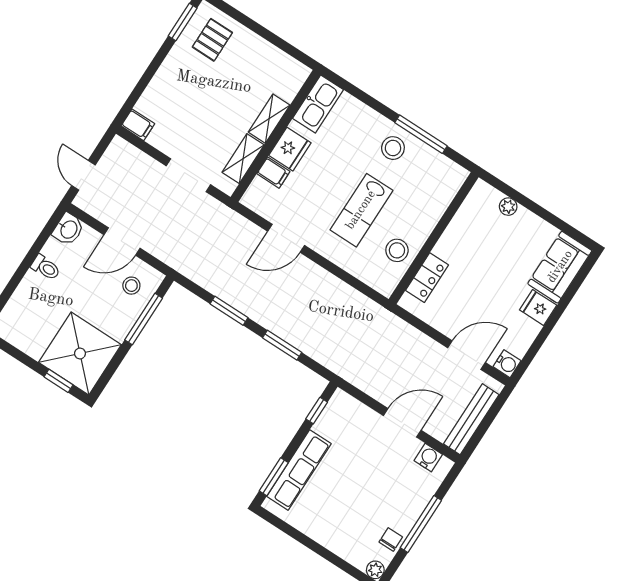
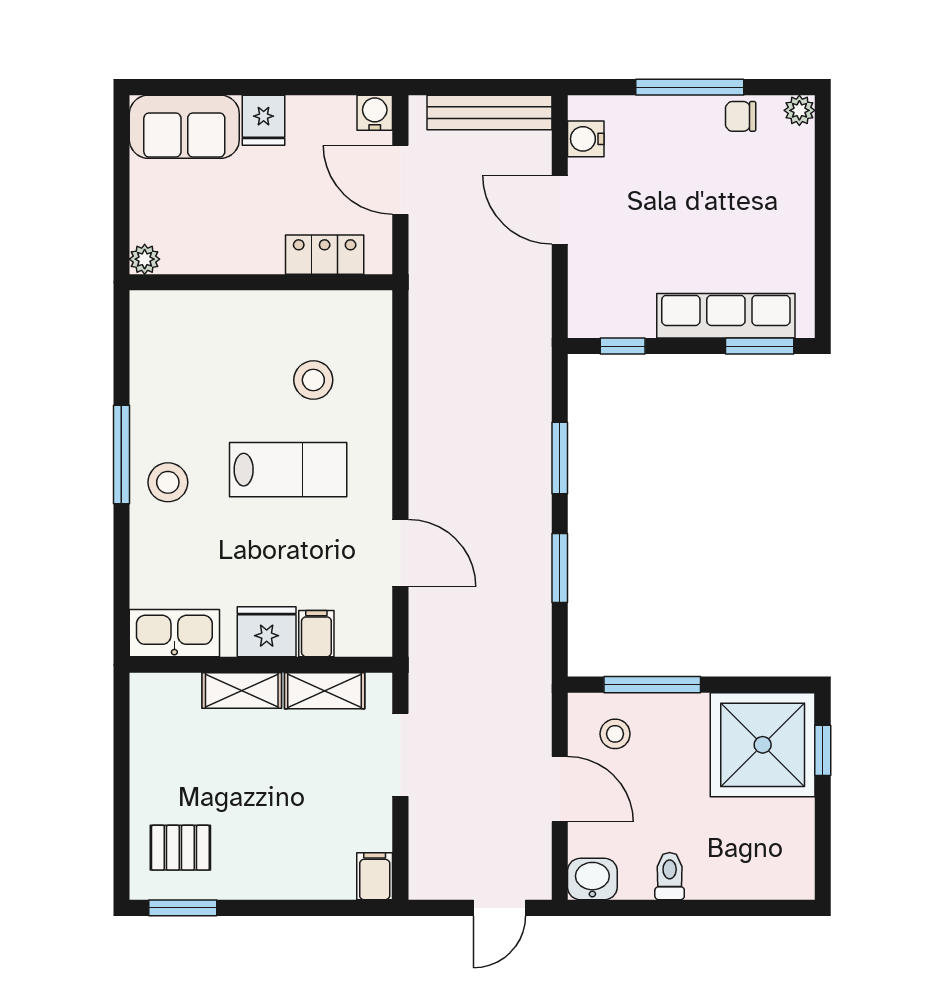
wall: (434, 238) -> (261, 282), moved
locker: (427, 278) -> (325, 255), moved

